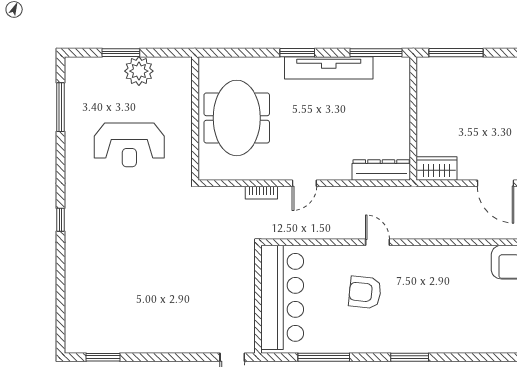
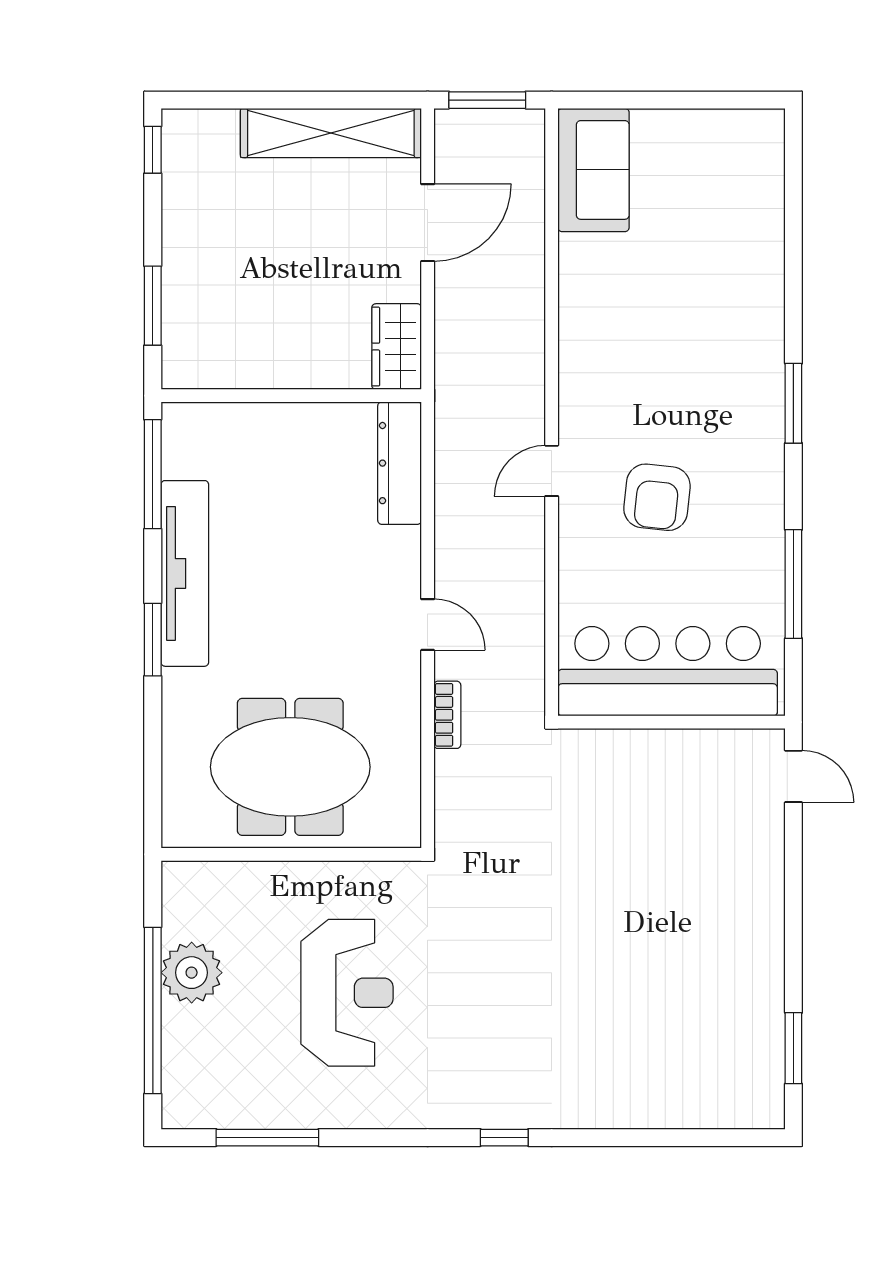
window: (121, 53) -> (153, 1010), width x2.11
window: (456, 53) -> (153, 306), width x0.69

